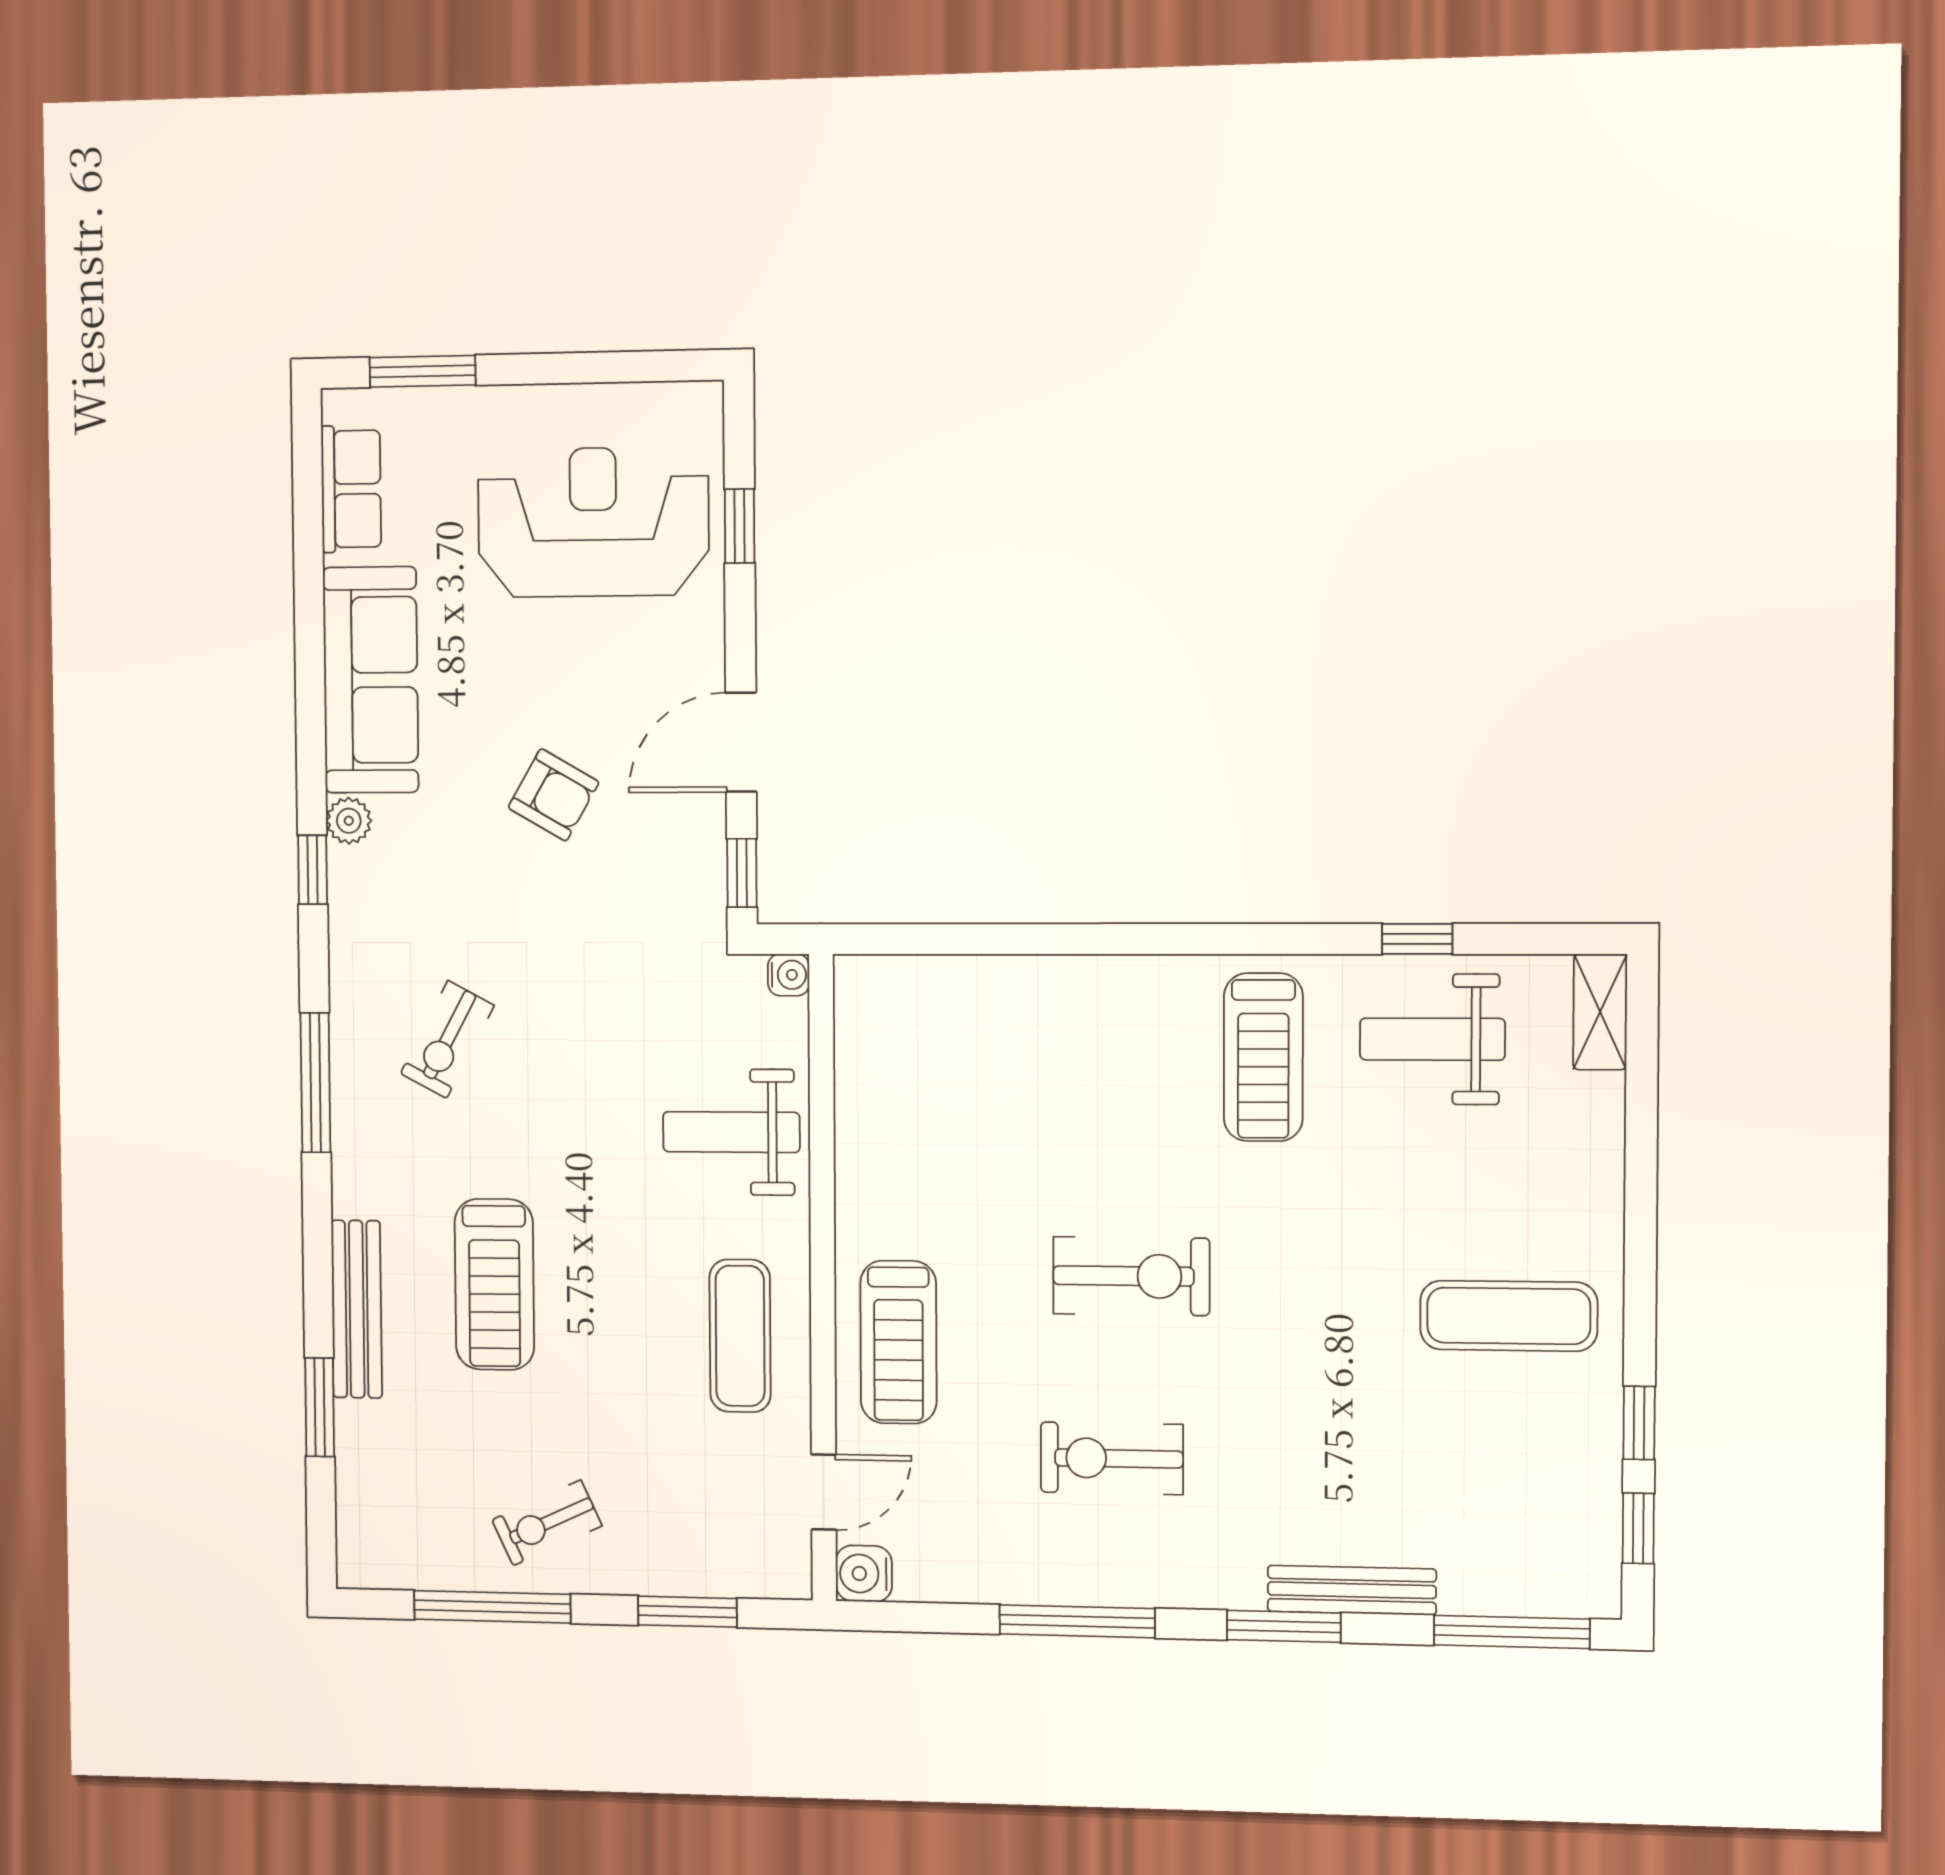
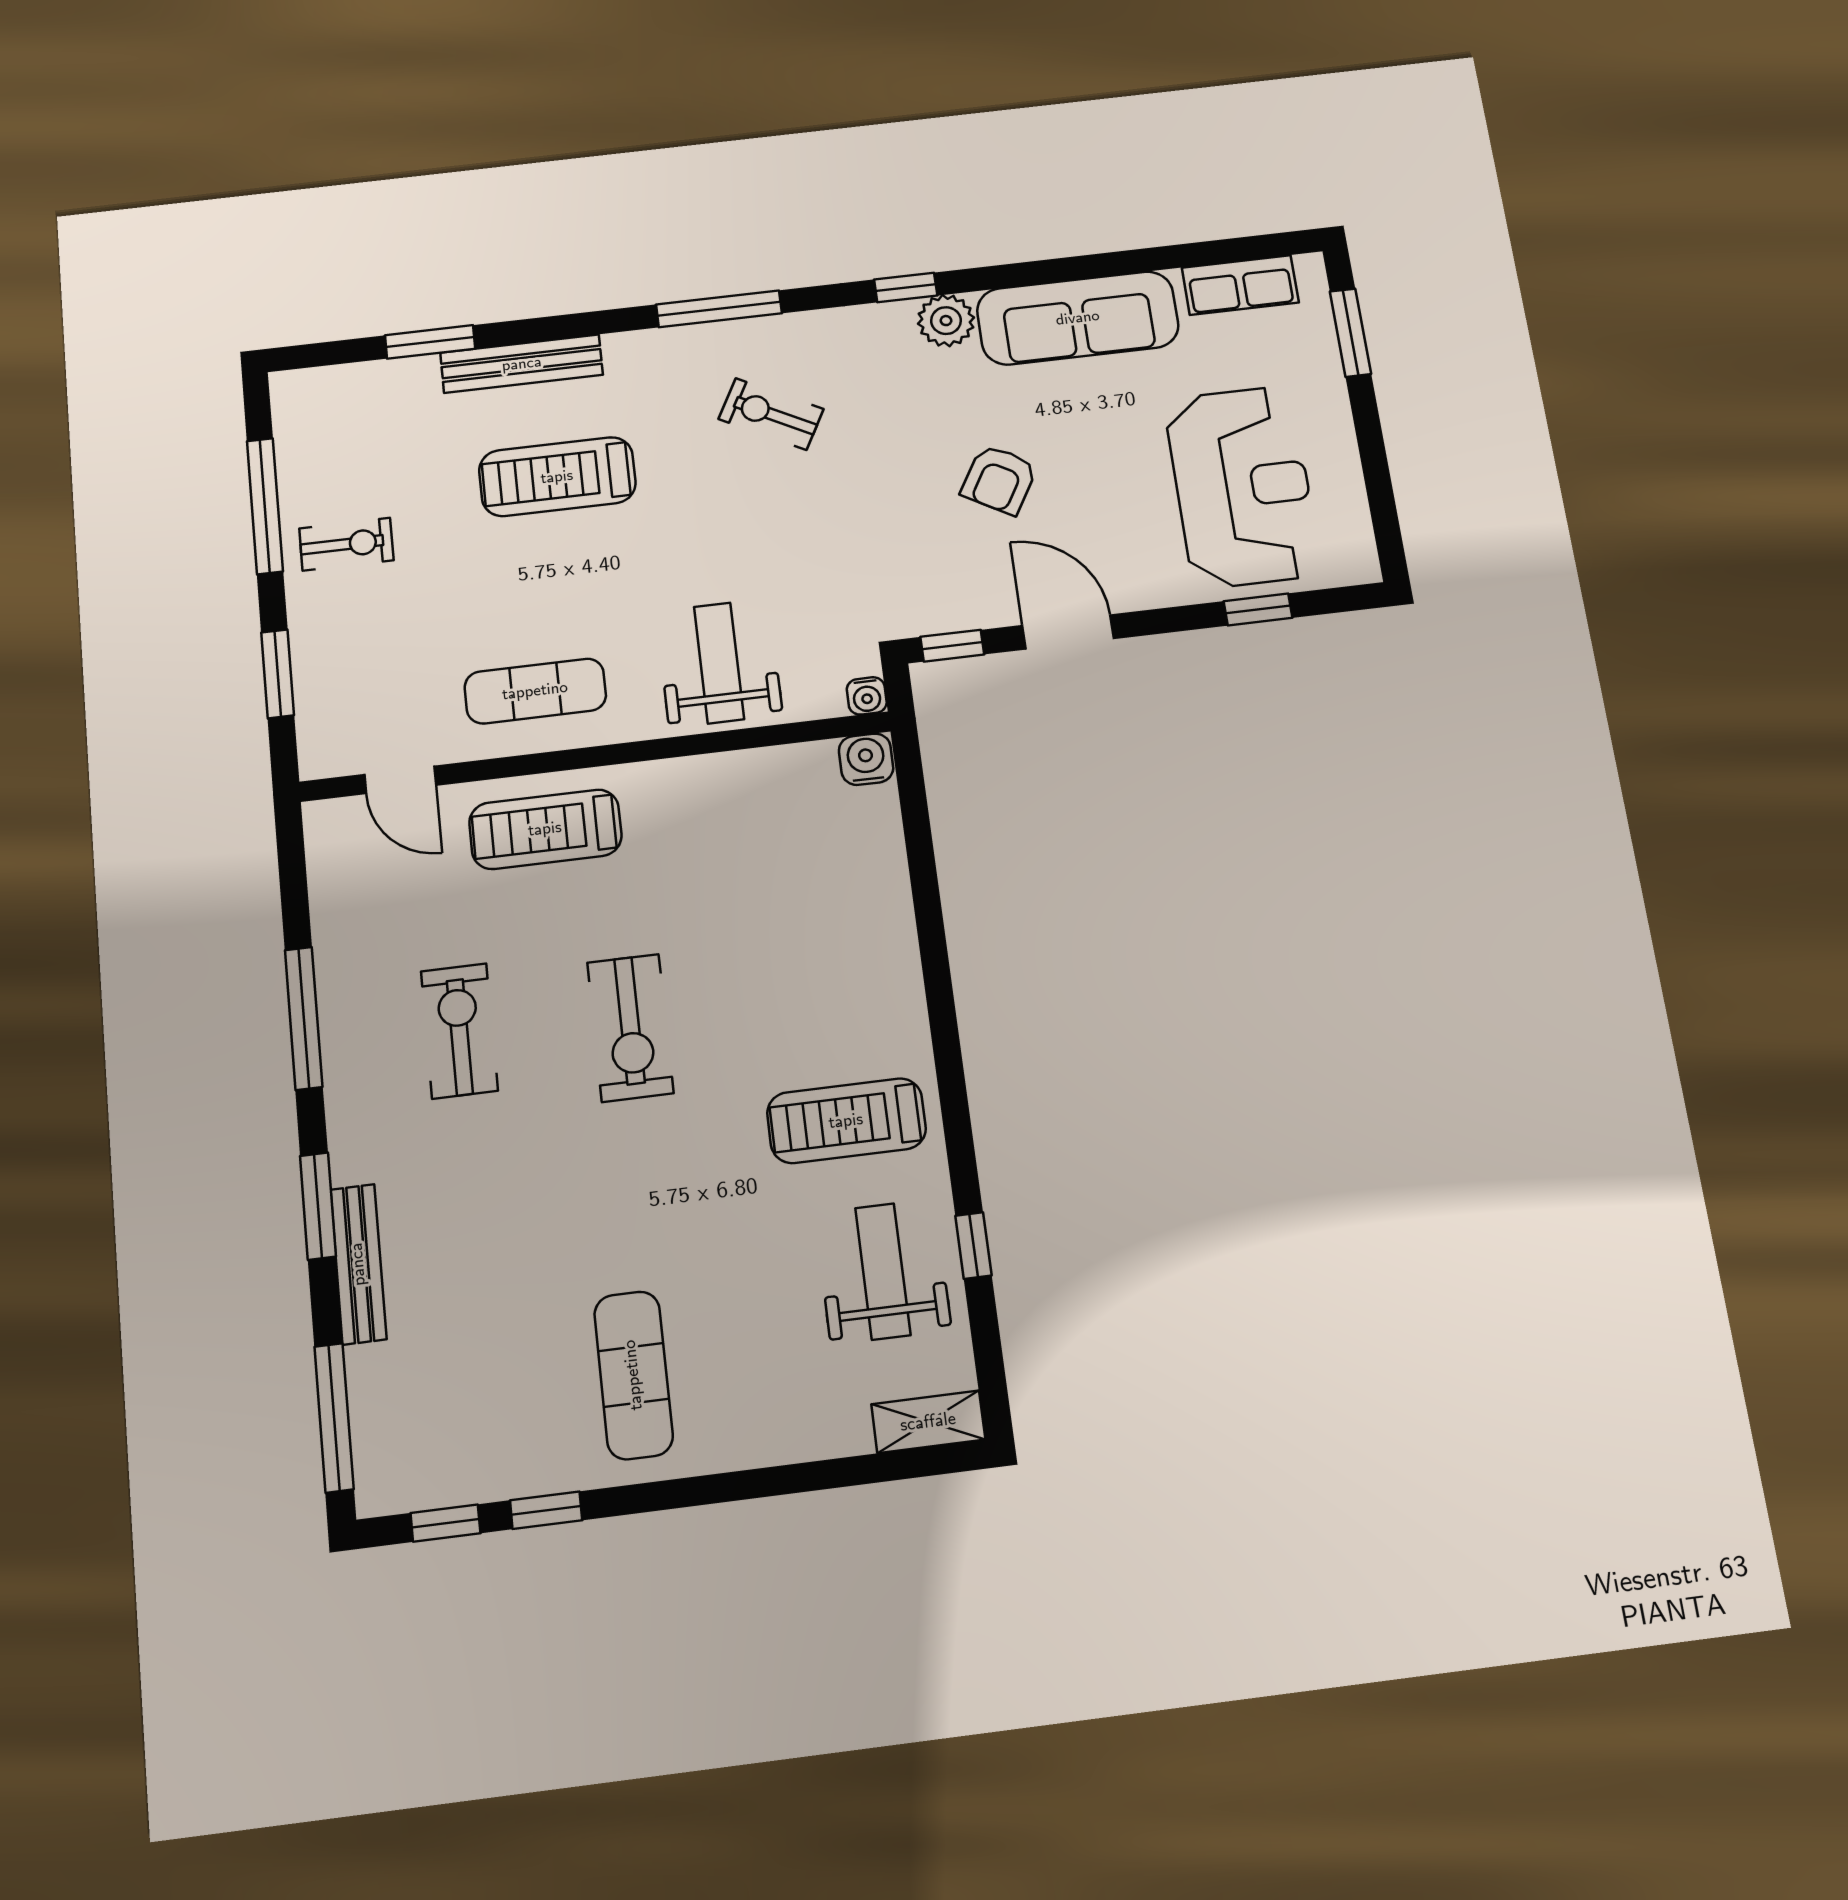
plant: (349, 821) -> (946, 321), width x1.38, depth x1.38
exercise bike: (547, 1523) -> (346, 544), turned 115
water cooler: (864, 1574) -> (866, 759), moved

